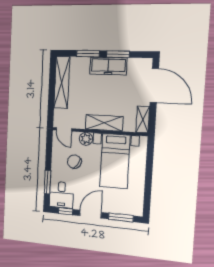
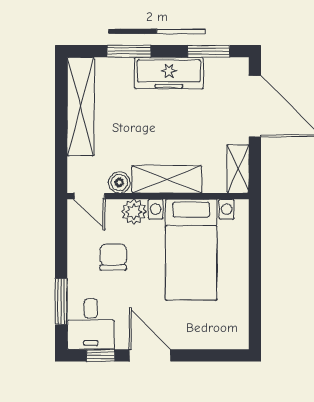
window: (118, 54) -> (209, 51), moved
boiler: (79, 123) -> (119, 183), added
chair: (74, 162) -> (113, 257), turned 56
door: (90, 214) -> (150, 355), hinge flipped
window: (121, 217) -> (208, 355), removed

